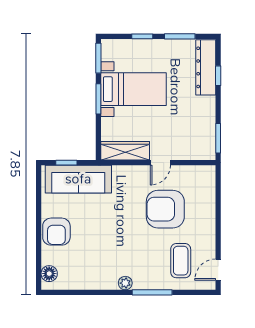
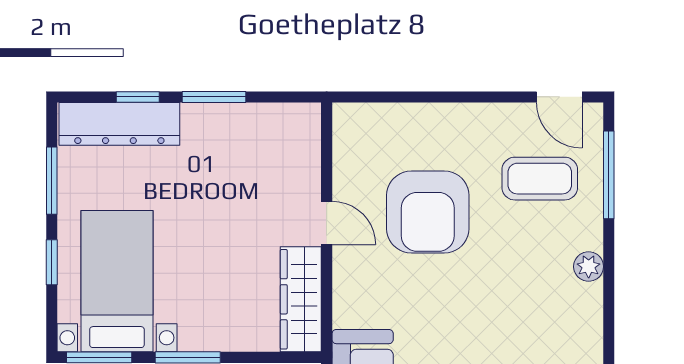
bed with nightstands: (134, 89) -> (117, 281), moved
window: (218, 138) -> (214, 97), moved
plant: (125, 283) -> (589, 267), moved
window: (152, 292) -> (609, 175), moved

